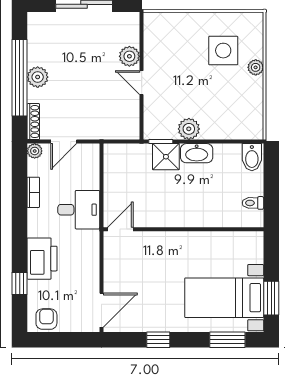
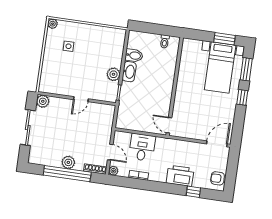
side table: (223, 51) -> (69, 46), width x0.54, depth x0.54
plant: (129, 56) -> (43, 101), moved
plant: (256, 67) -> (53, 24), moved
shower: (166, 157) -> (129, 91), removed
bidet: (252, 157) -> (134, 55), moved
desk: (79, 210) -> (142, 147), moved
door: (101, 310) -> (217, 144), hinge flipped
window: (158, 340) -> (242, 97), moved

